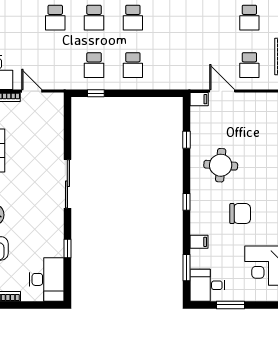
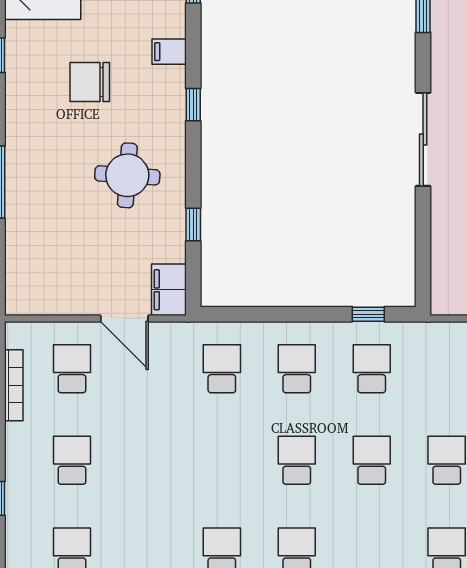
school desk: (172, 65) -> (222, 369), added
filing cabinet: (199, 99) -> (169, 290), width x2.00
filing cabinet: (199, 242) -> (169, 52), moved

